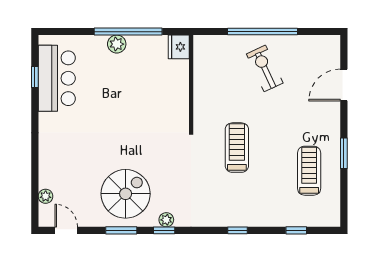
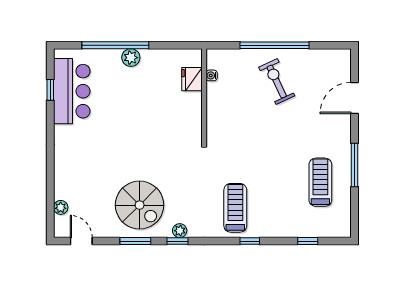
window: (128, 32) -> (115, 45), moved
fridge: (179, 47) -> (192, 79), moved
water cooler: (199, 62) -> (212, 75), added
treadmill: (237, 148) -> (235, 208), moved
window: (344, 153) -> (355, 165), width x1.44
spiral stairs: (126, 194) -> (140, 205), turned 90

